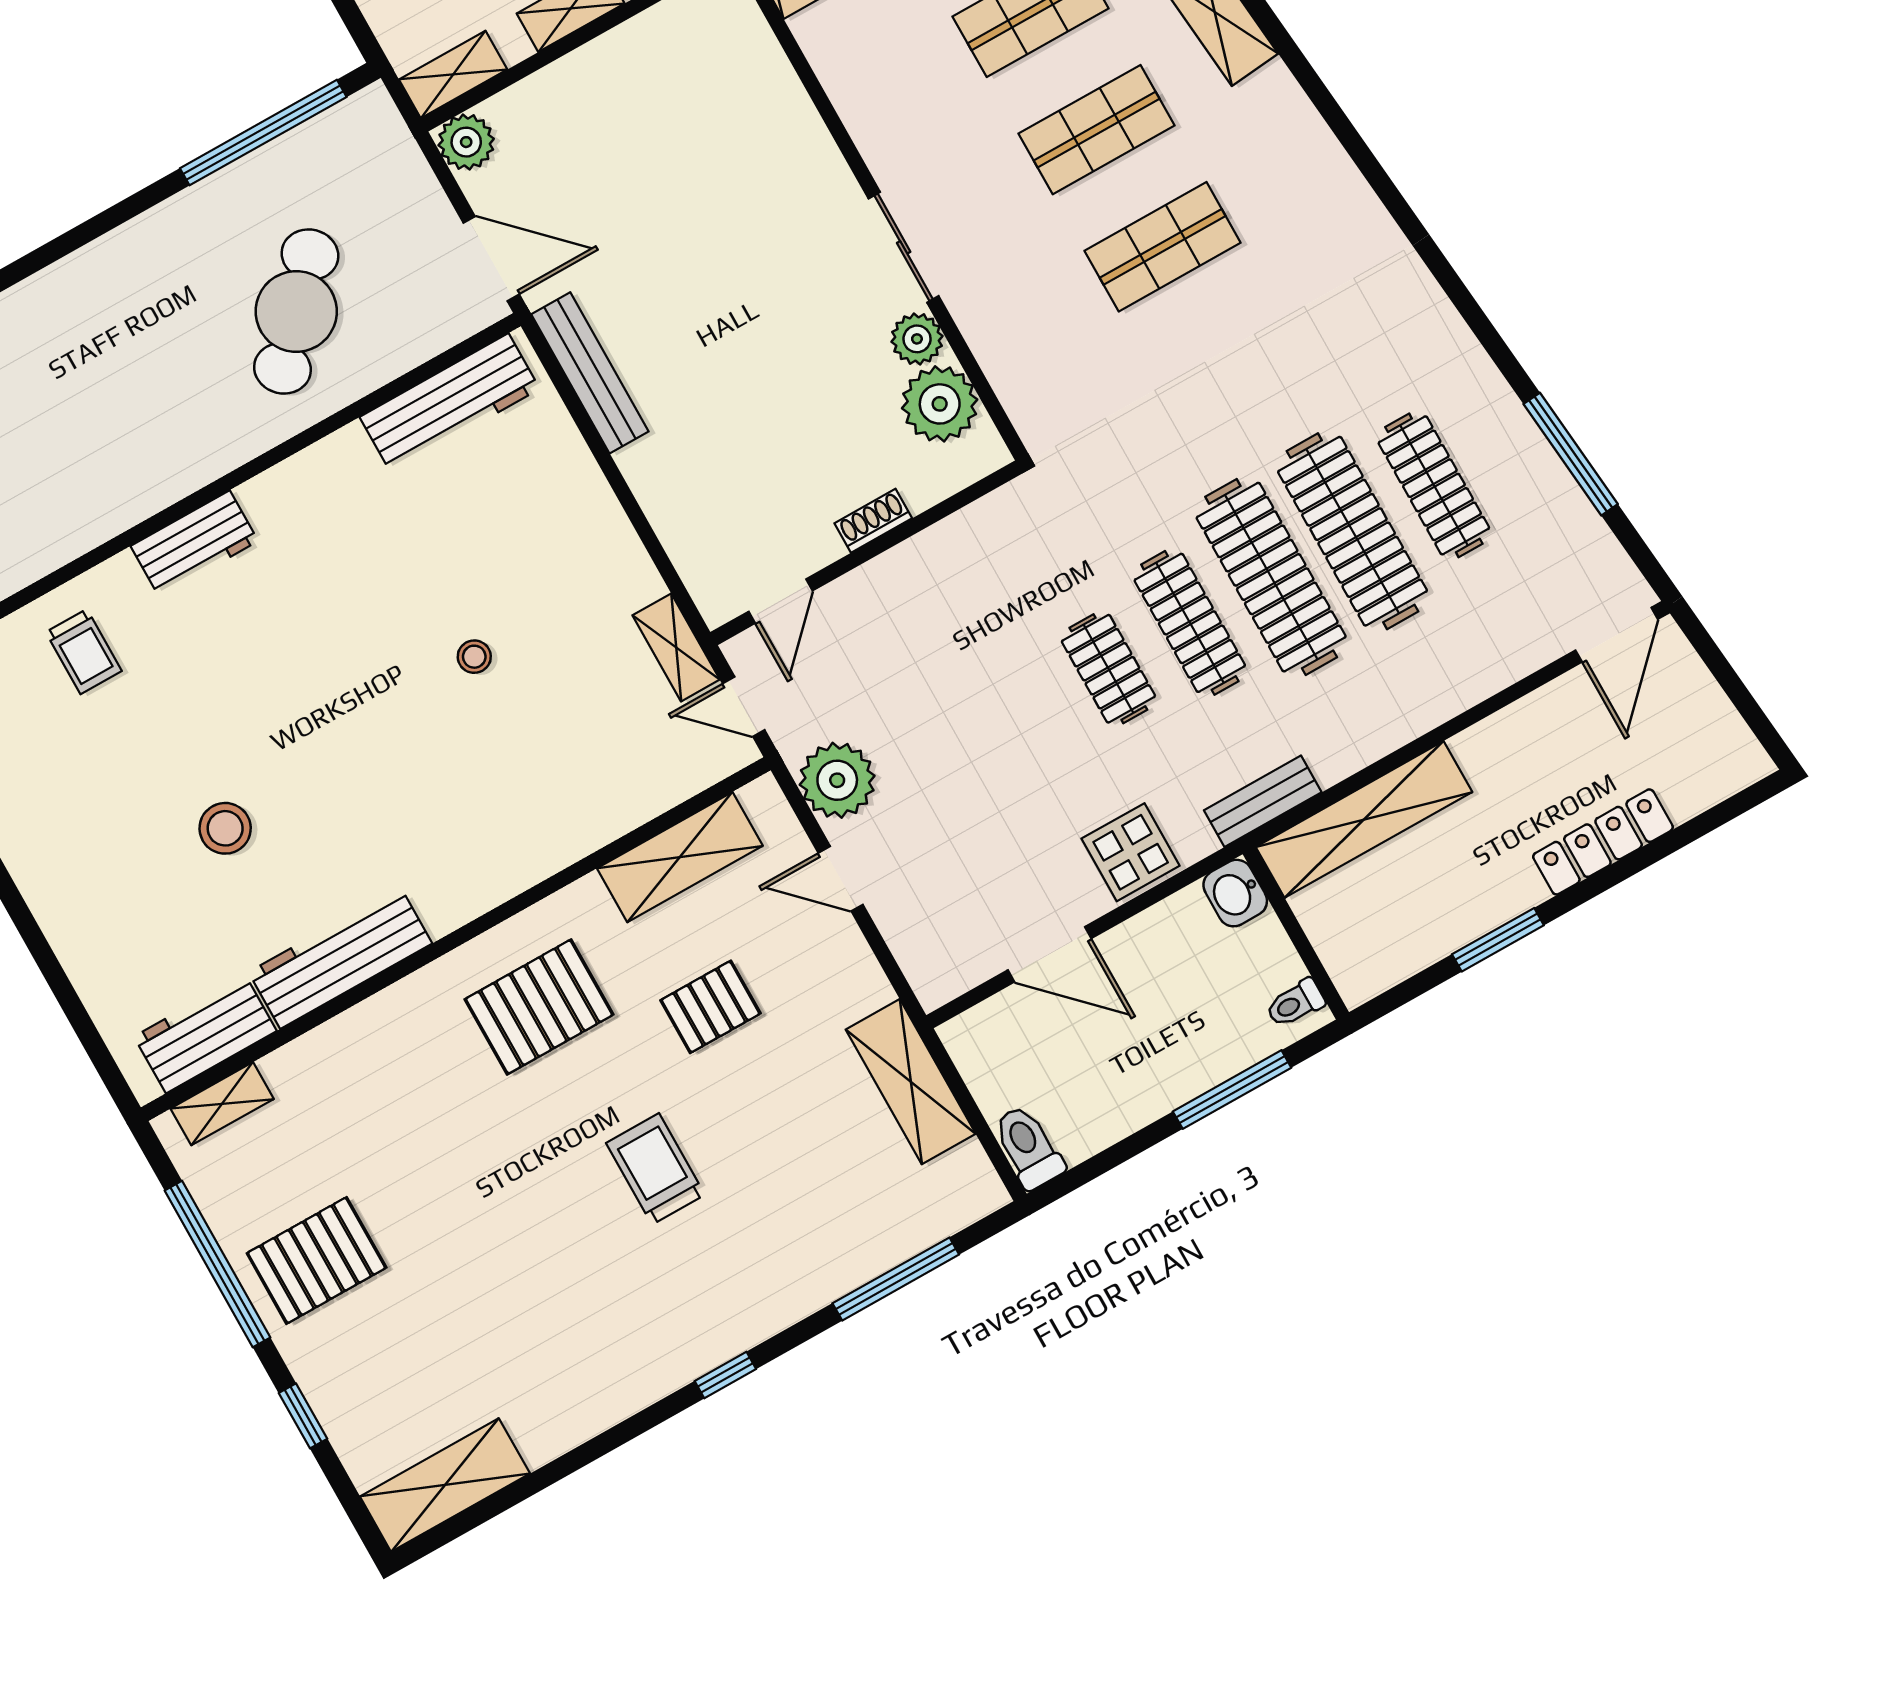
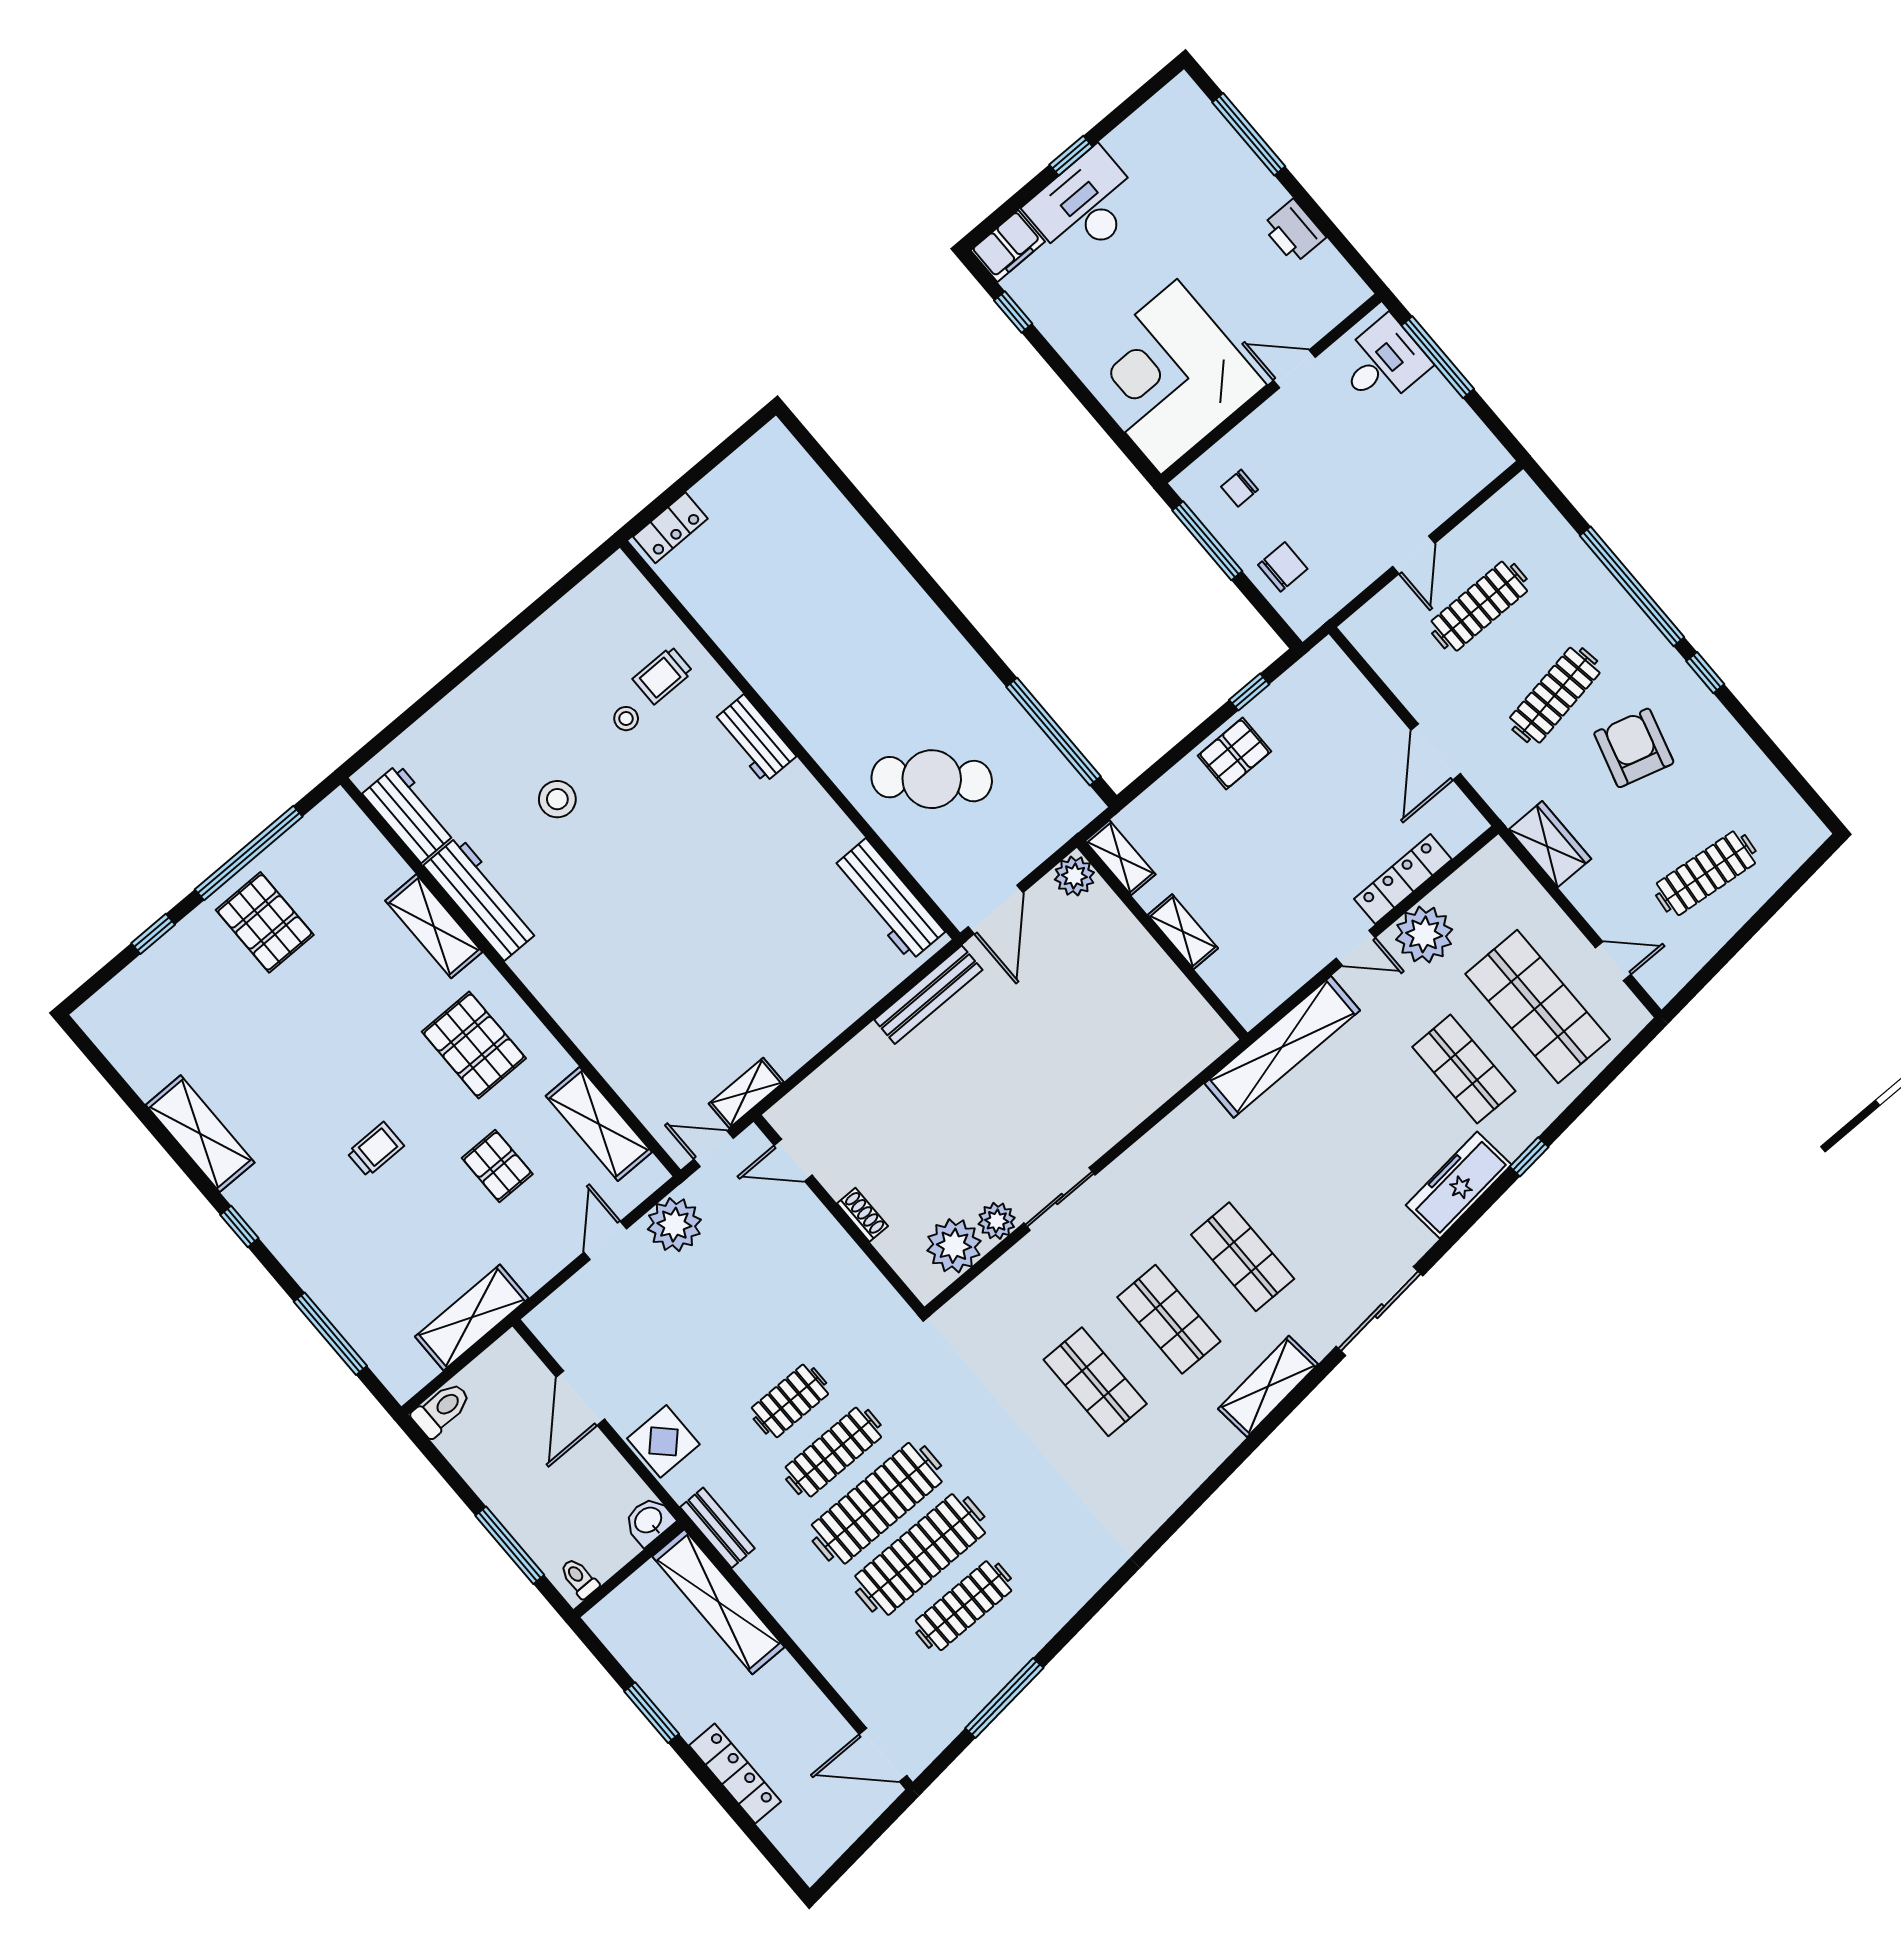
stool: (474, 657) -> (626, 719), moved
door: (744, 707) -> (714, 1149), hinge flipped
shelving: (222, 1104) -> (434, 926), moved, width x1.50, depth x1.33
trolley: (656, 1169) -> (375, 1149), width x0.73, depth x0.72
shelving: (445, 1485) -> (200, 1134), moved

